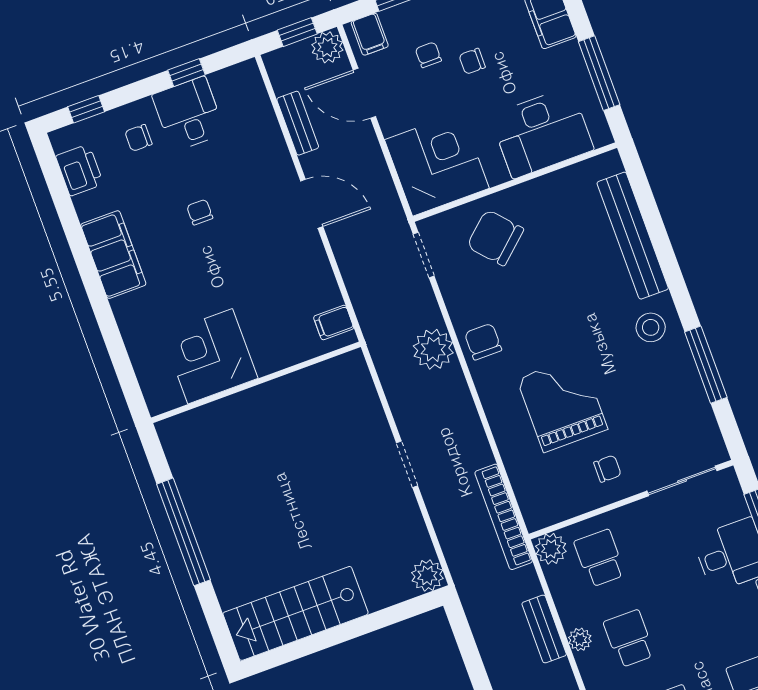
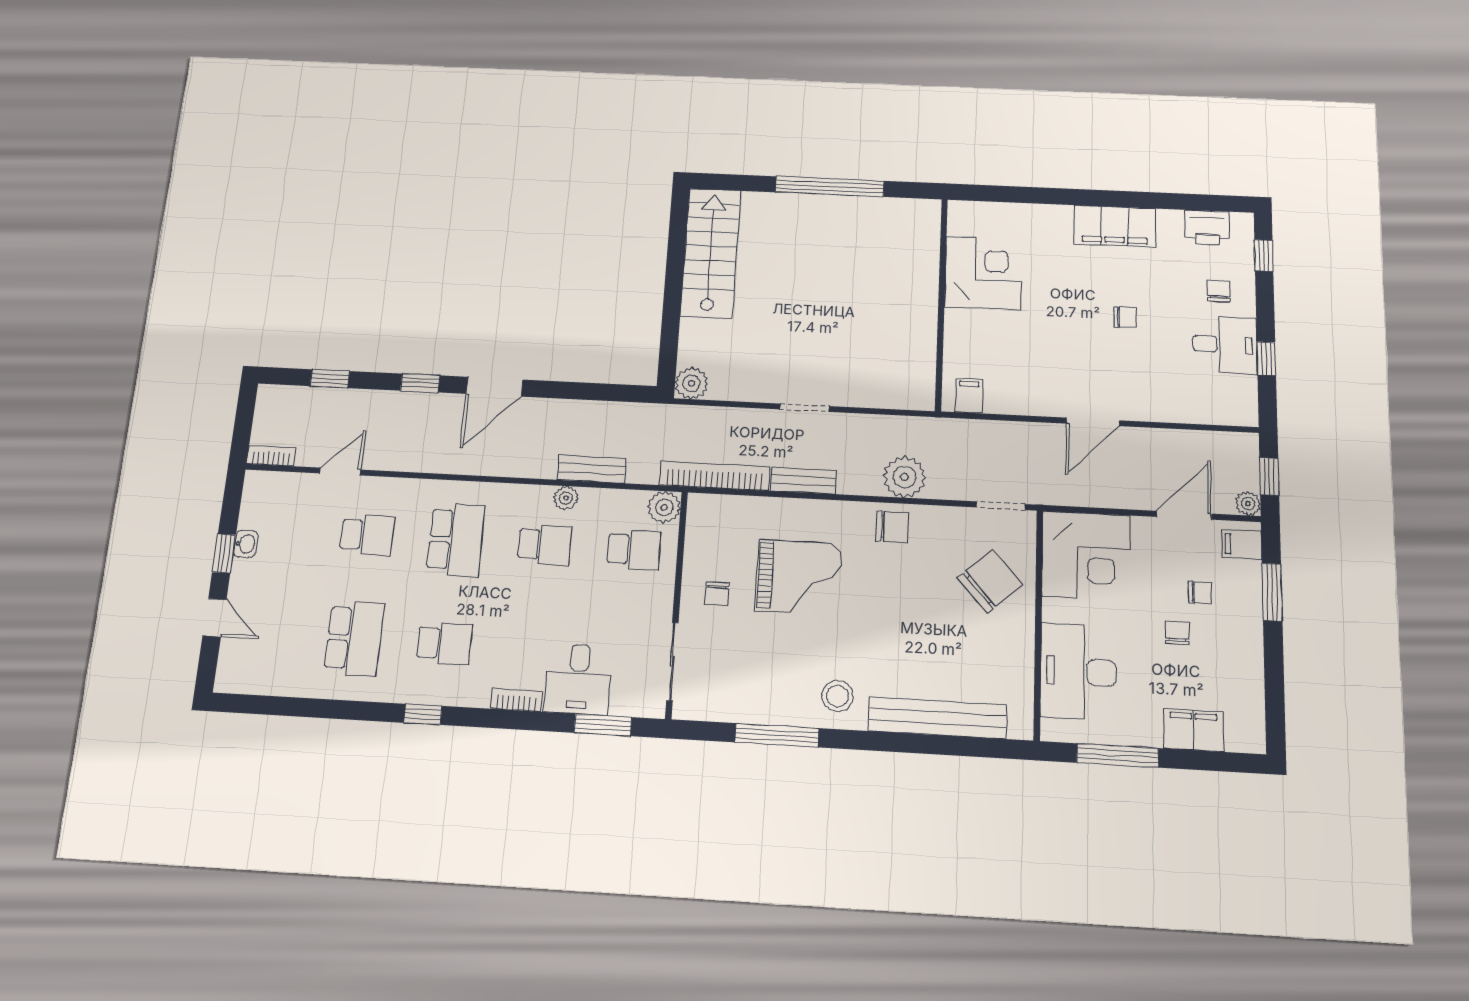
plant: (327, 47) -> (1248, 504), width x0.73, depth x0.73
bench: (298, 123) -> (804, 481), moved

